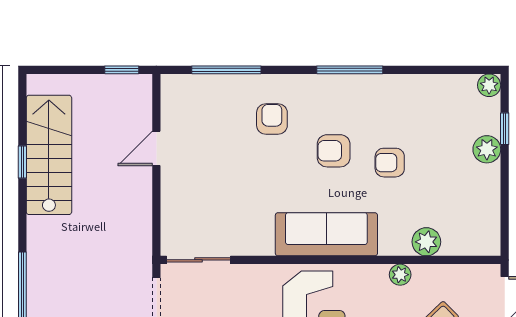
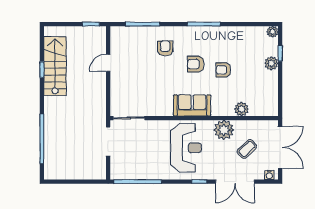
sofa: (326, 234) -> (192, 105), width x0.73
plant: (400, 275) -> (224, 130), width x1.87, depth x1.87

